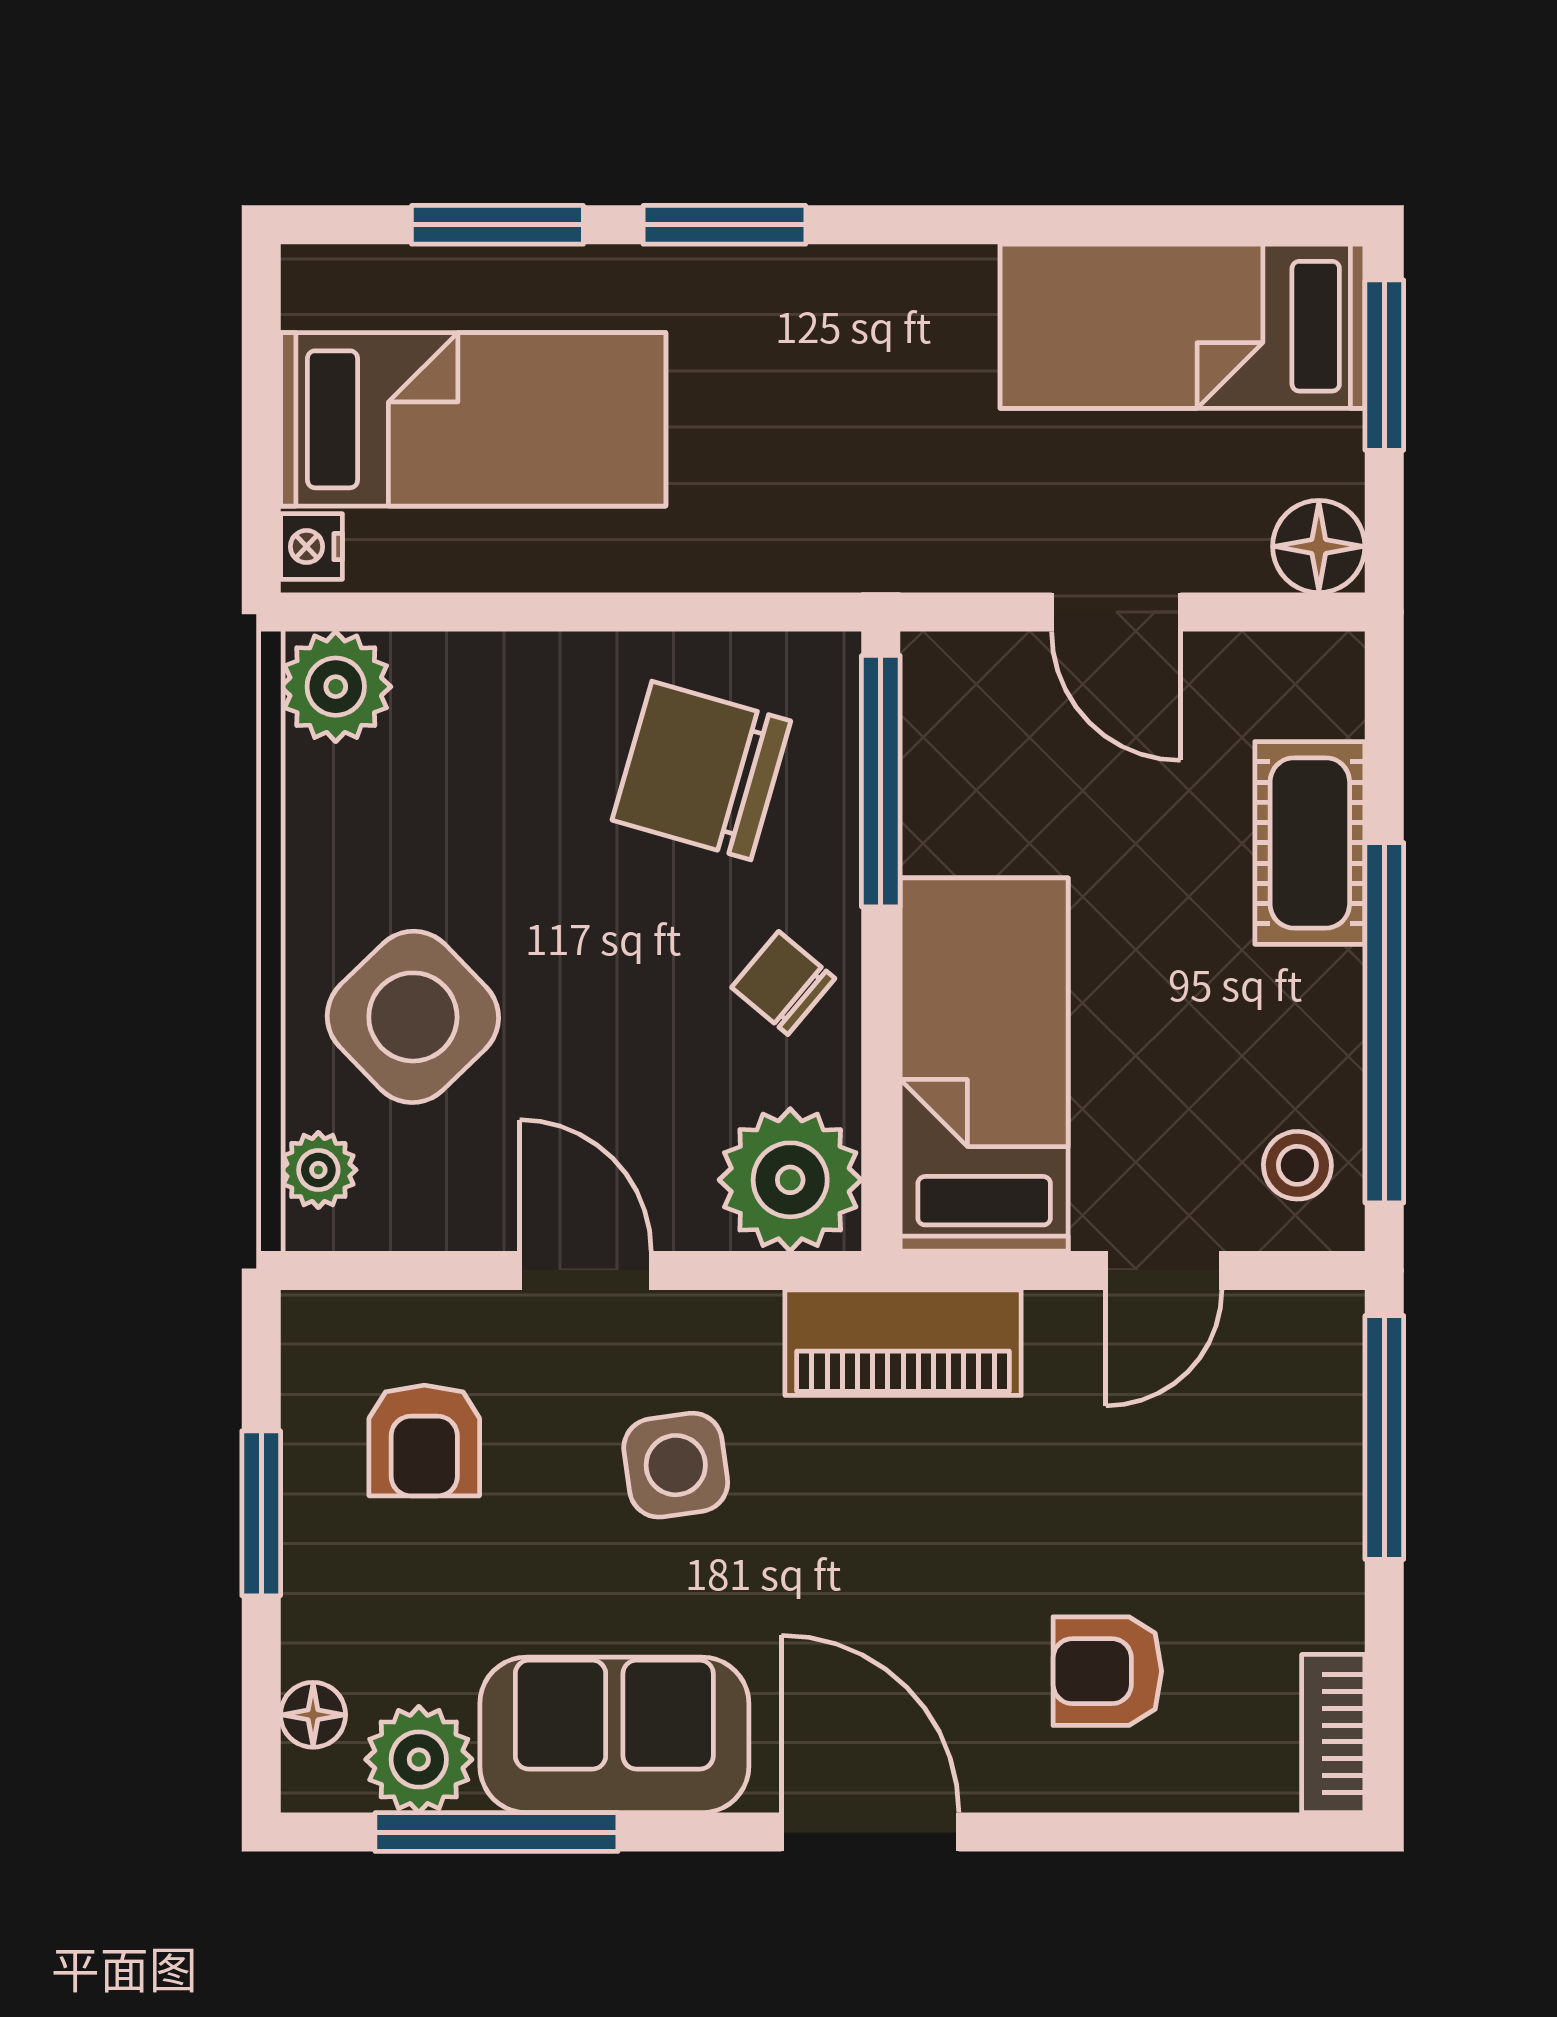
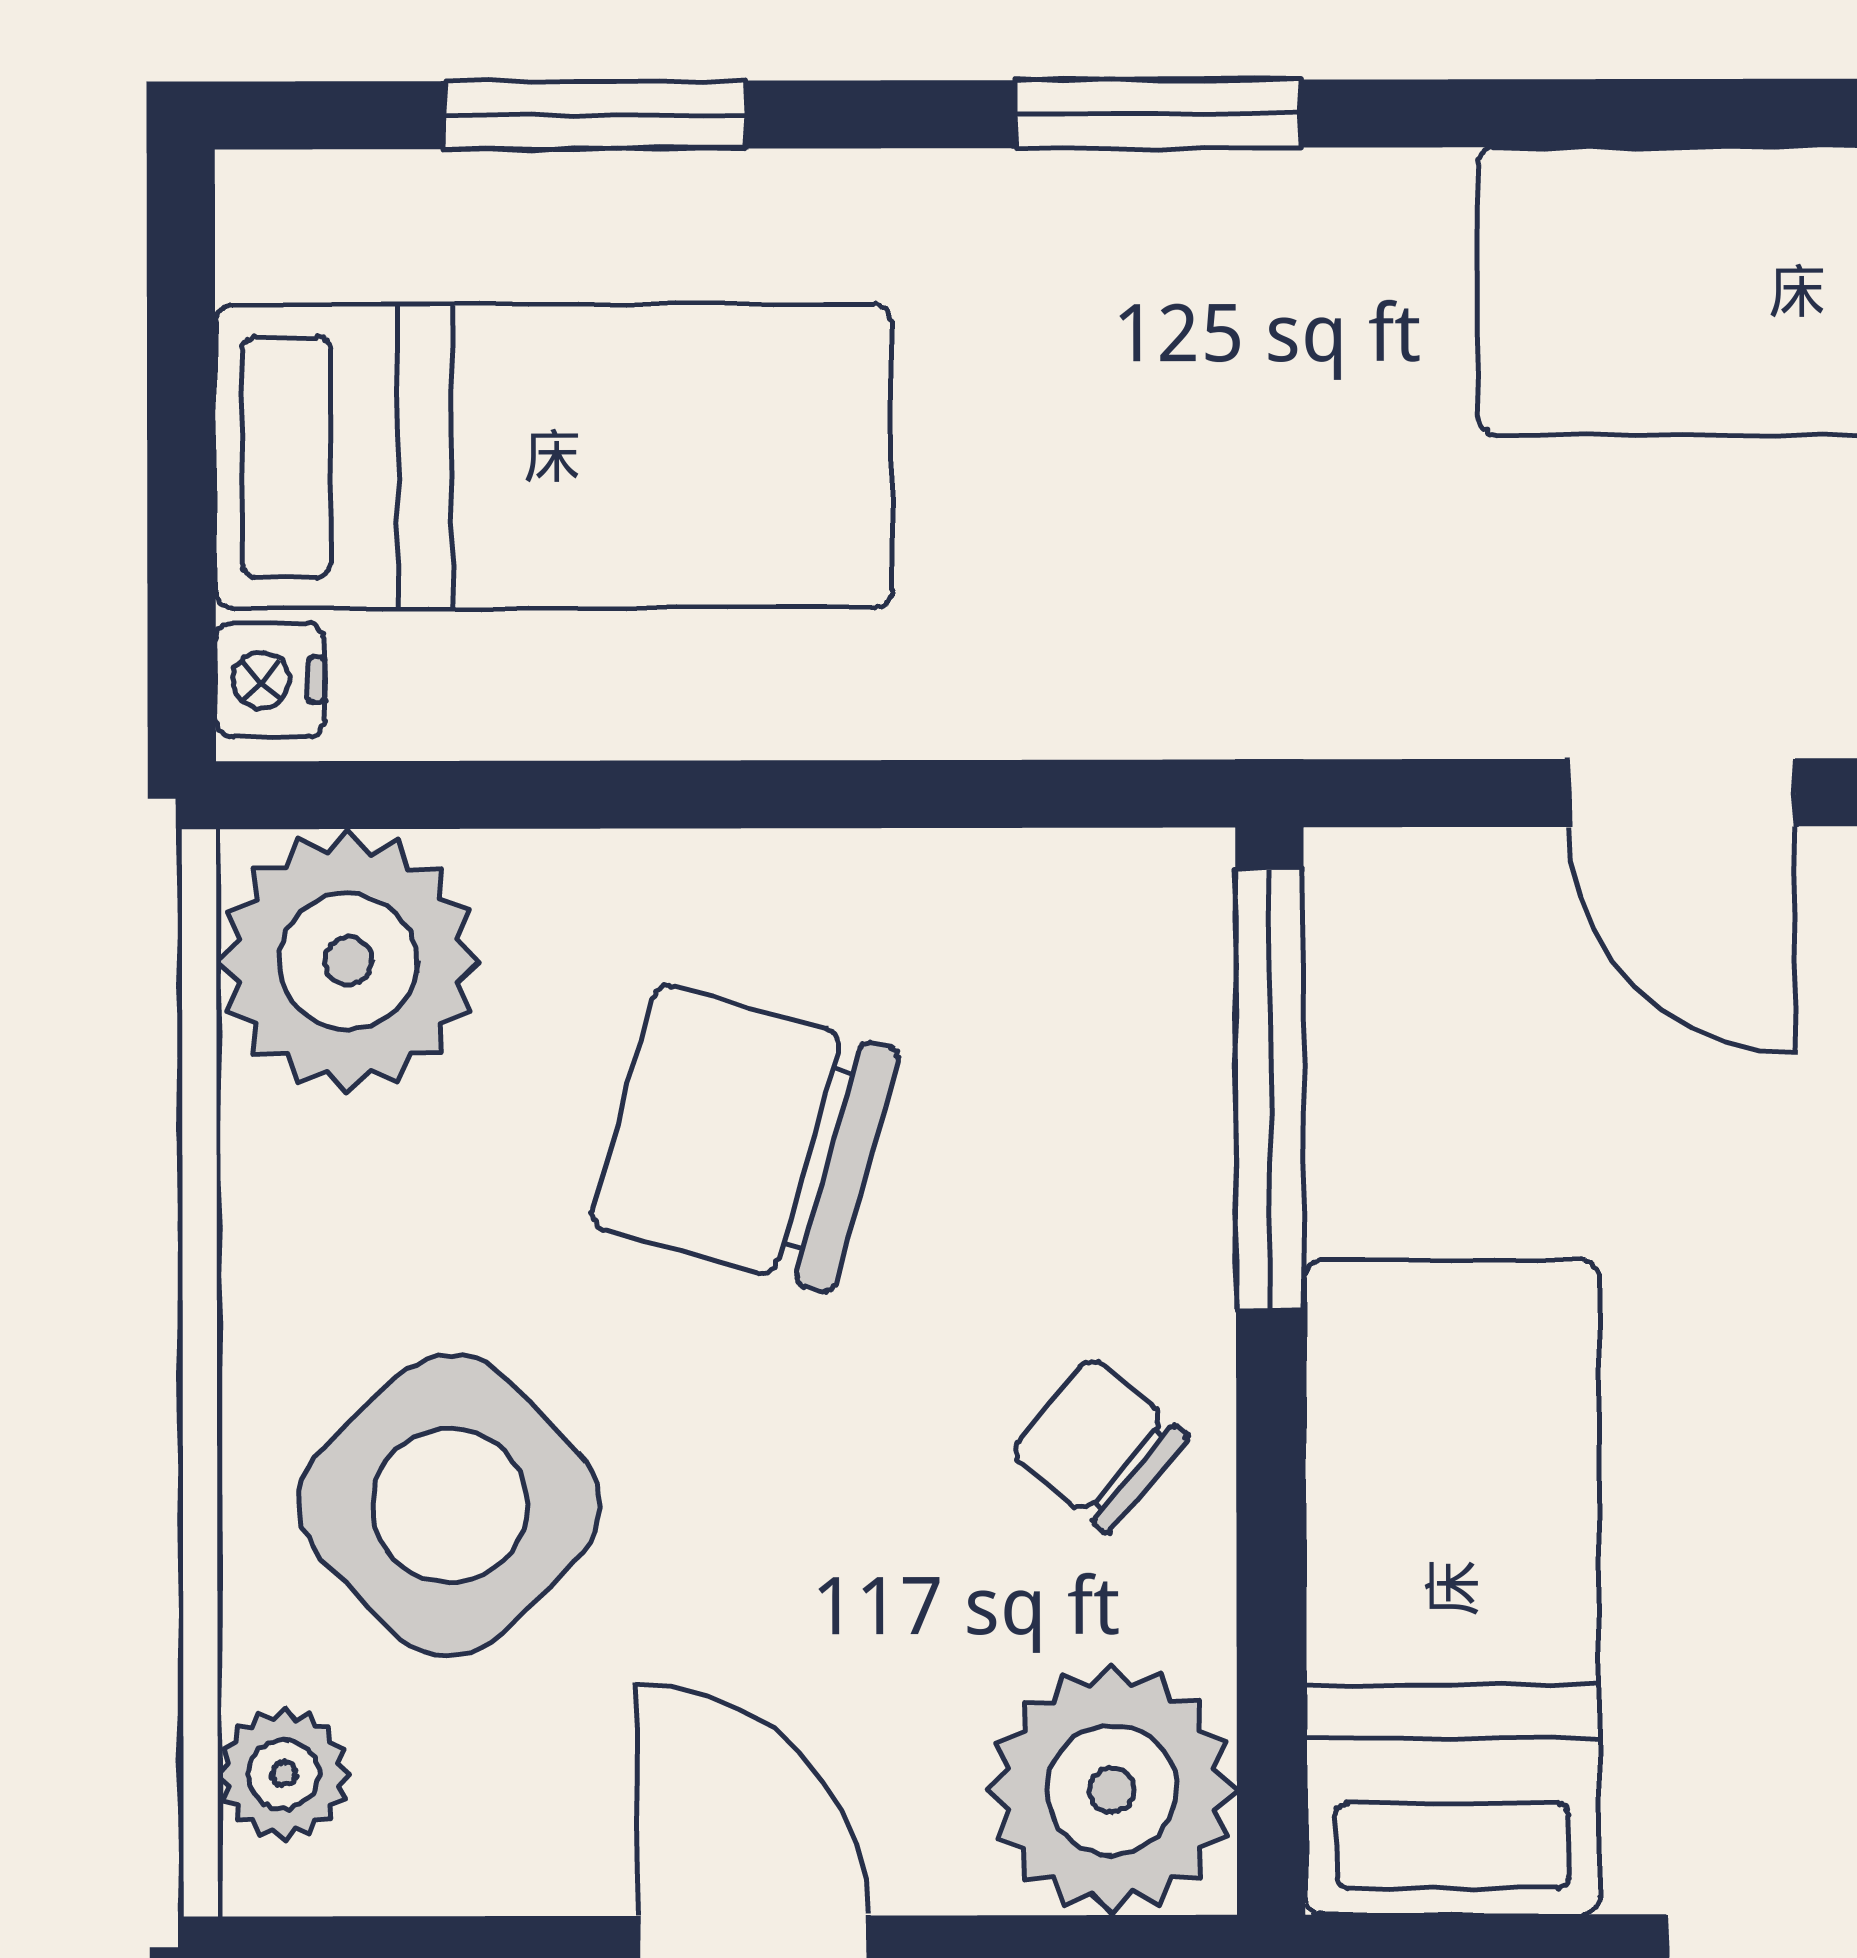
window: (724, 225) -> (1158, 114), moved
plant: (336, 687) -> (348, 961), width x1.36, depth x1.36
chair: (701, 770) -> (745, 1138), moved

